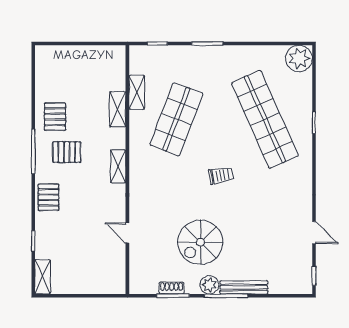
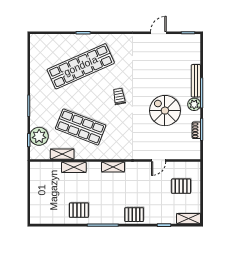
plant: (299, 59) -> (39, 136), moved
pallet: (67, 152) -> (181, 186), moved, turned 90
spiral stairs: (200, 242) -> (165, 111), turned 180

